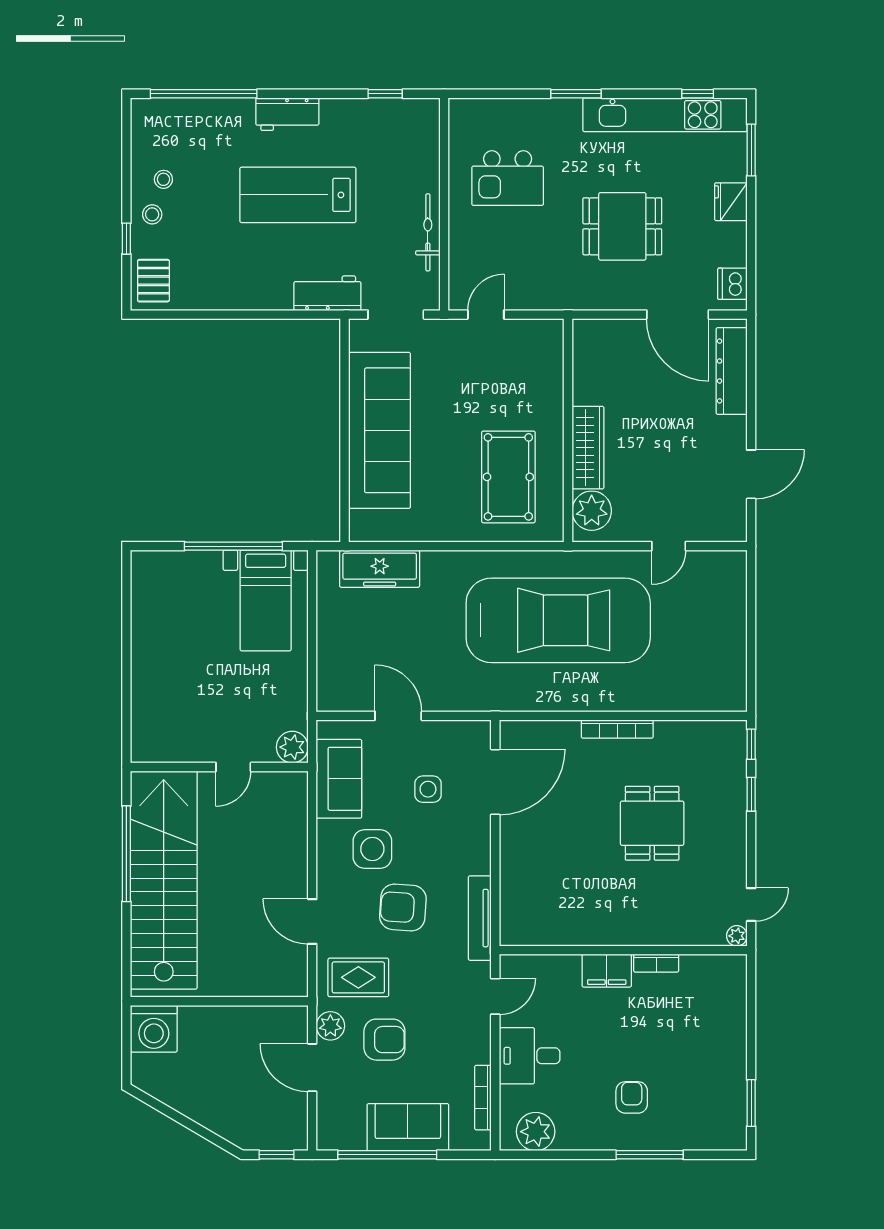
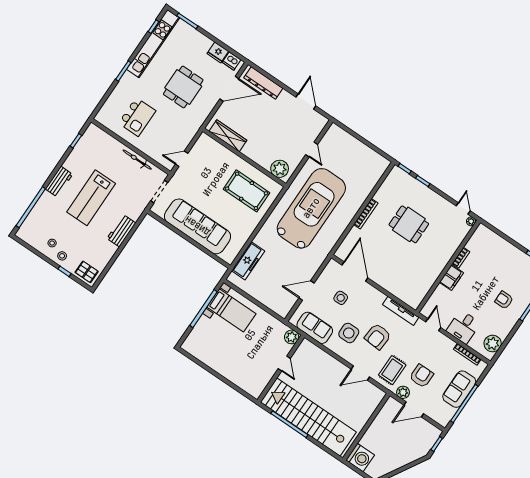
fridge: (731, 202) -> (218, 52), moved
workbench: (327, 293) -> (121, 231), moved
door: (486, 315) -> (182, 159), hinge flipped
wardrobe: (588, 448) -> (228, 136), moved

